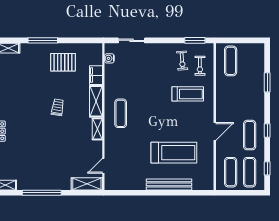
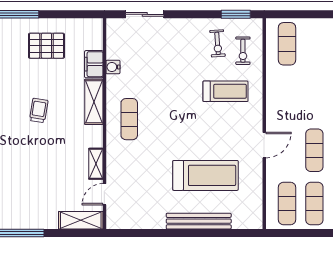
water cooler: (109, 58) -> (113, 67), moved
shelving: (97, 129) -> (96, 164), moved

